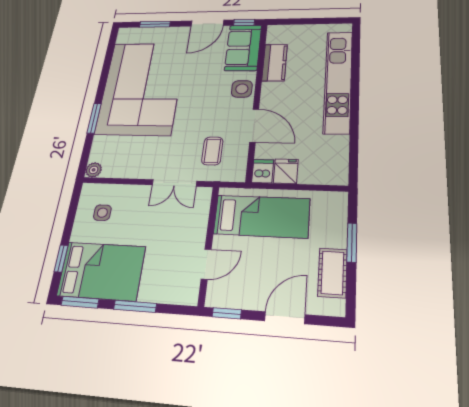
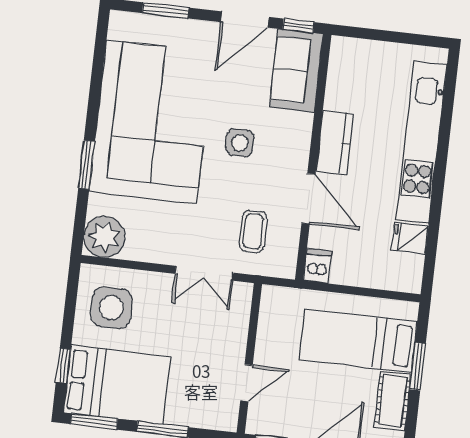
kitchen counter: (275, 62) -> (334, 143), moved
side table: (242, 89) -> (240, 143), moved
plant: (94, 170) -> (104, 237), width x1.87, depth x1.87
fridge: (286, 171) -> (410, 238), moved, turned -90
side table: (102, 213) -> (111, 308), width x1.87, depth x1.87
bed: (262, 216) -> (358, 341), moved, turned 180

